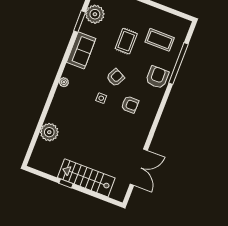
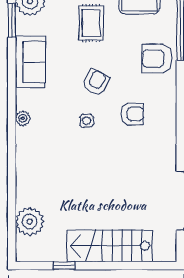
armchair: (157, 77) -> (157, 59), turned -90
plant: (49, 132) -> (30, 221), moved
window: (66, 183) -> (64, 266), moved

